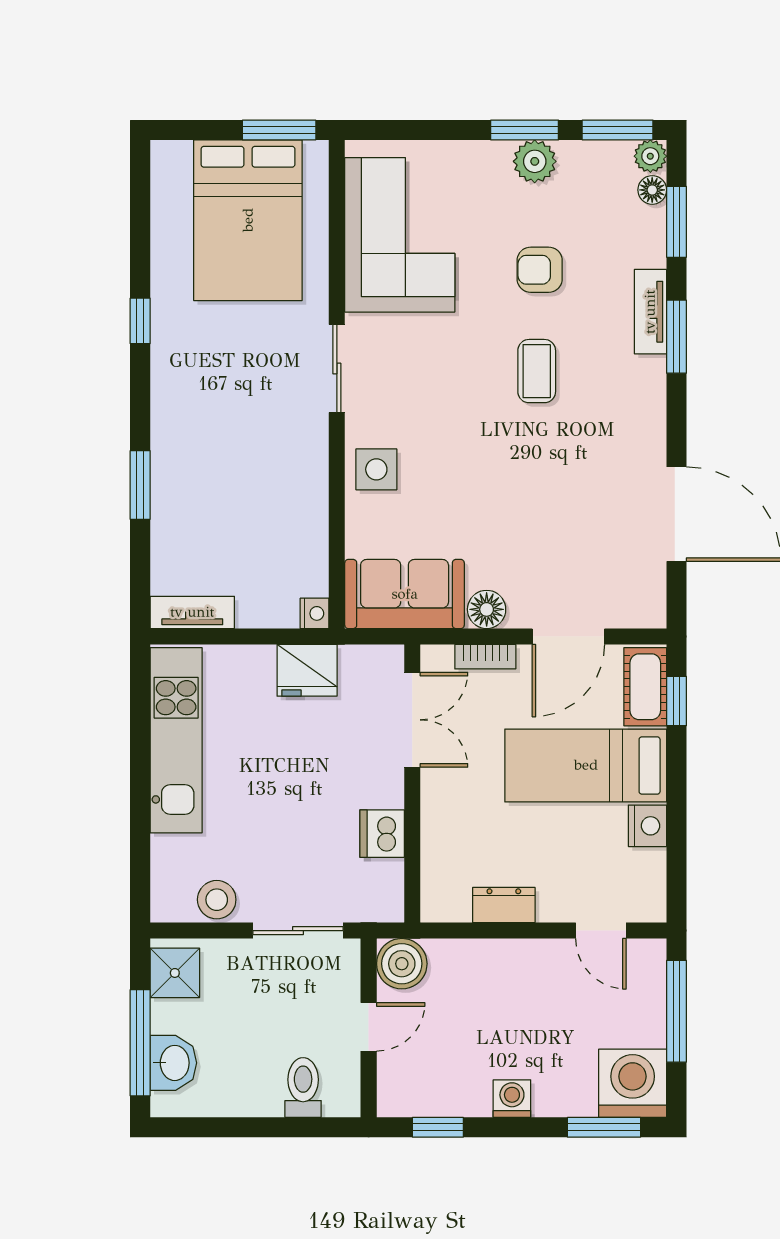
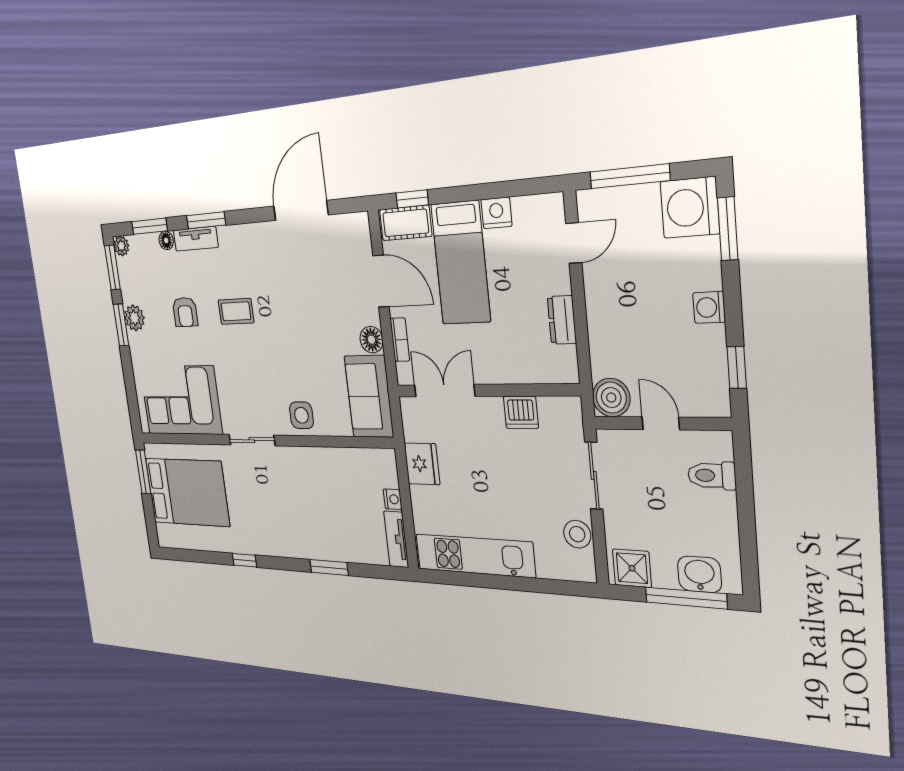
floor lamp: (652, 190) -> (166, 240), moved
nightstand: (315, 613) -> (393, 499), moved, turned 90

